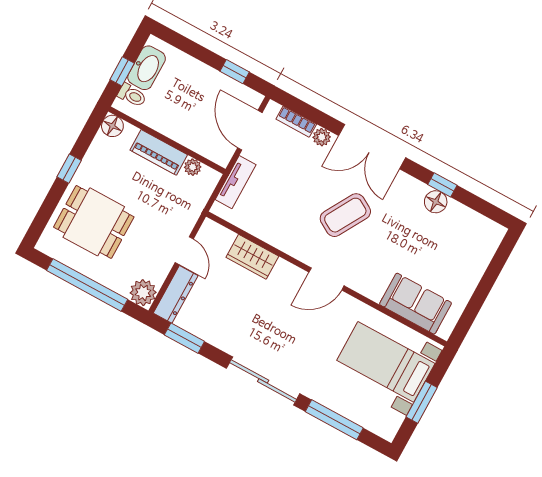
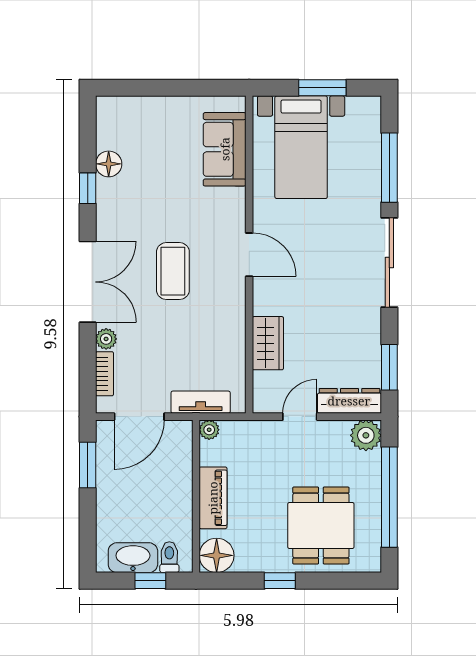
window: (235, 72) -> (88, 465), width x1.50
floor lamp: (112, 126) -> (217, 555), width x1.38, depth x1.38
plant: (193, 167) -> (209, 430), moved
floor lamp: (436, 202) -> (109, 164), moved
coffee table: (345, 215) -> (173, 271), turned 60

